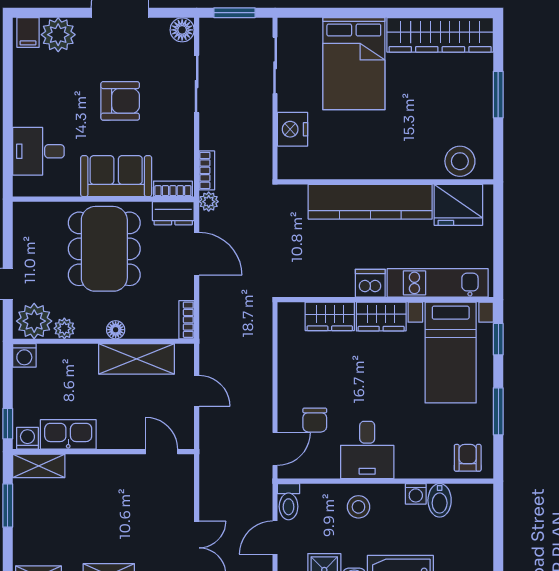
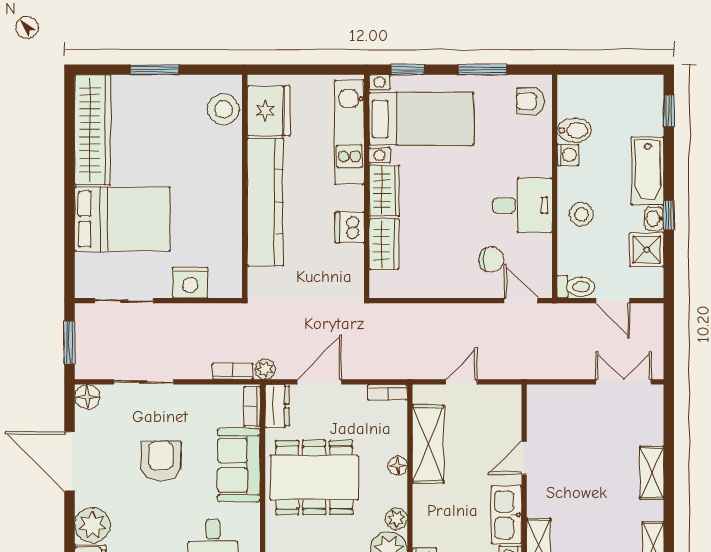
dishwasher: (370, 283) -> (350, 227), moved
door: (162, 452) -> (524, 458), moved

